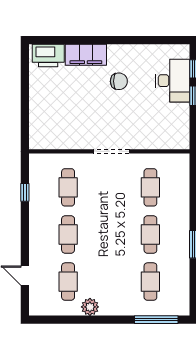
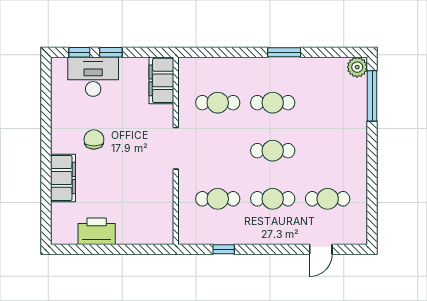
printer: (48, 55) -> (97, 231), moved, turned -90
filing cabinet: (170, 139) -> (161, 80), added
cafe table: (150, 282) -> (273, 151), moved
plant: (90, 307) -> (357, 67), moved

